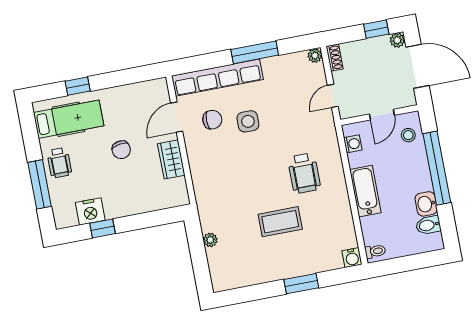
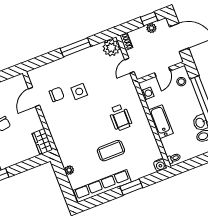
plant: (397, 40) -> (151, 28), moved
plant: (315, 56) -> (111, 48), width x1.88, depth x1.88
row of seats: (217, 78) -> (102, 186), moved, turned 180
wardrobe: (171, 159) -> (42, 142), moved

